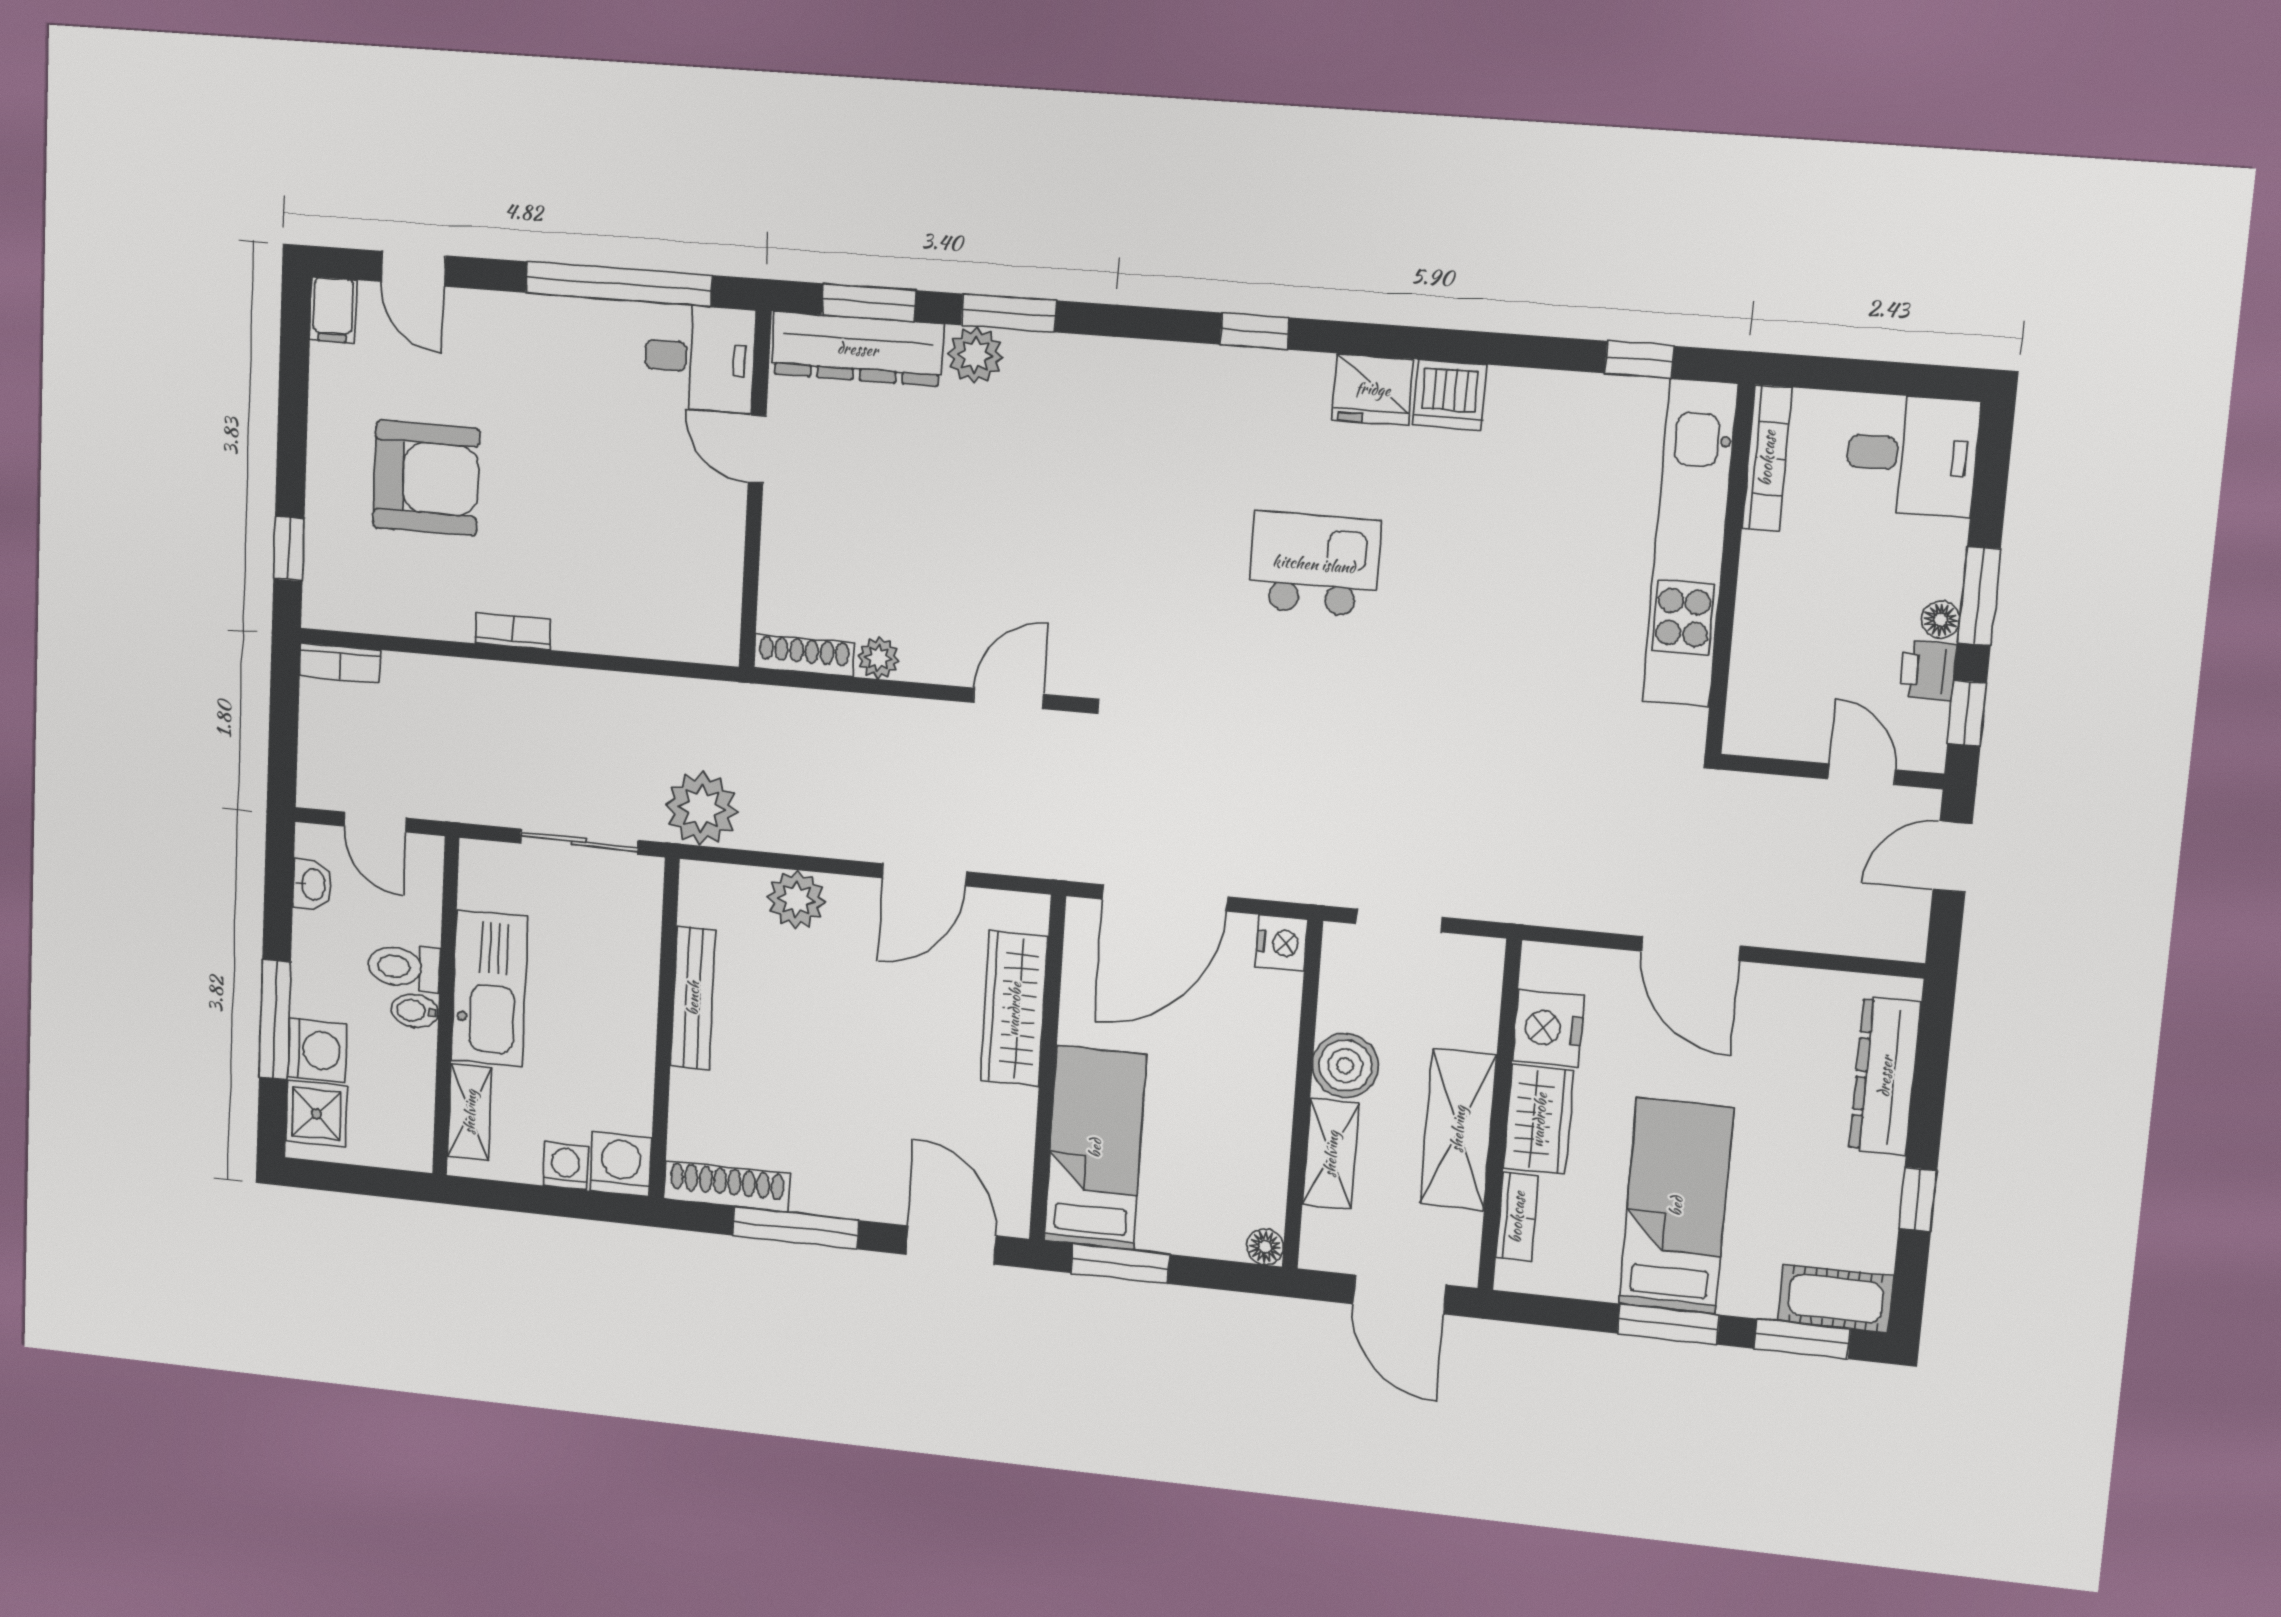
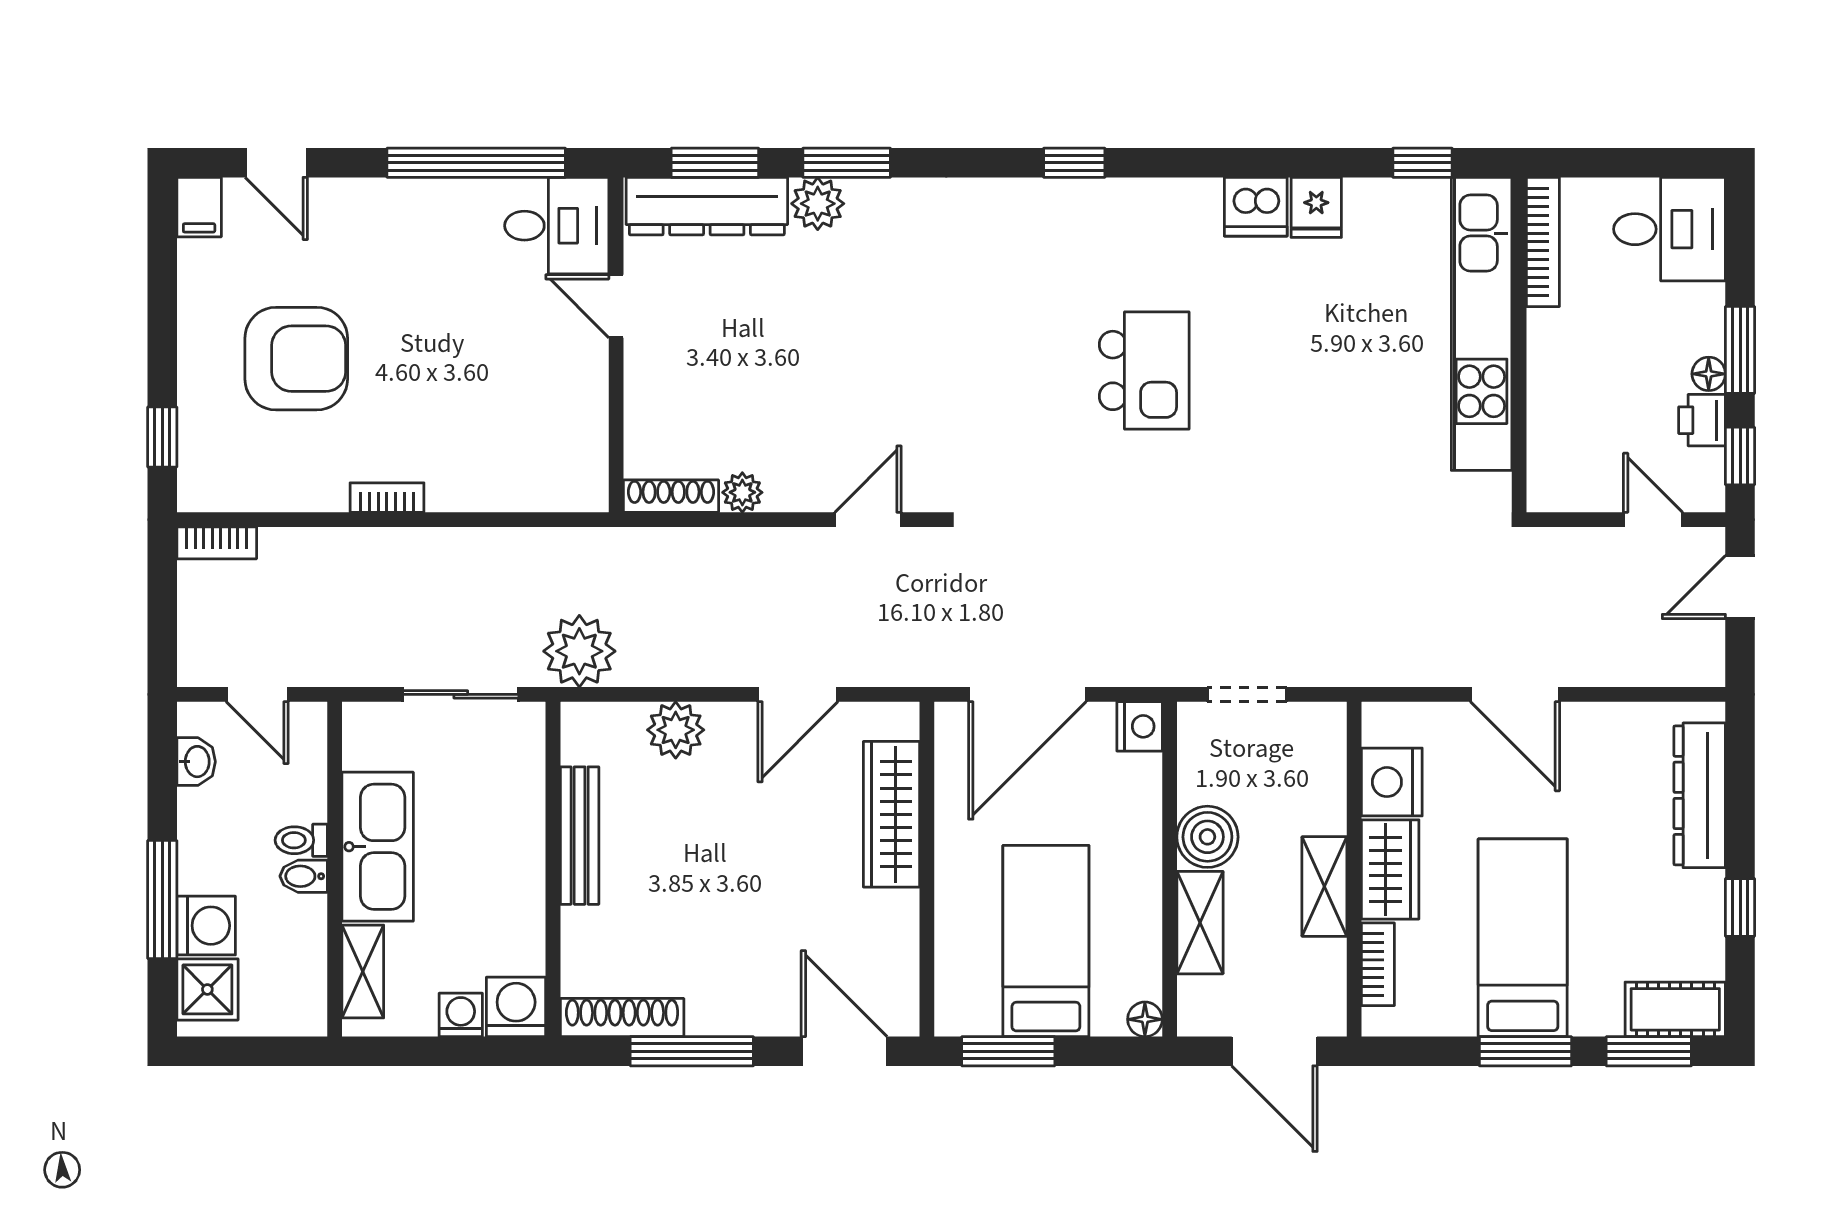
fridge: (1373, 389) -> (1316, 207), moved, width x0.72
kitchen island: (1314, 564) -> (1144, 370), turned 90
toilet: (404, 967) -> (301, 840), width x0.73, depth x0.72
shelving: (1458, 1129) -> (1324, 887), width x0.67, depth x0.75
bed: (1095, 1148) -> (1046, 941), moved

